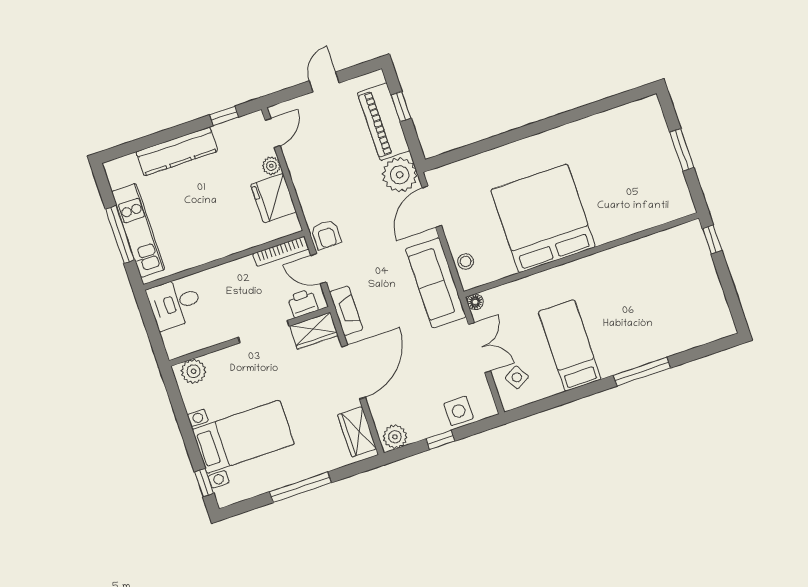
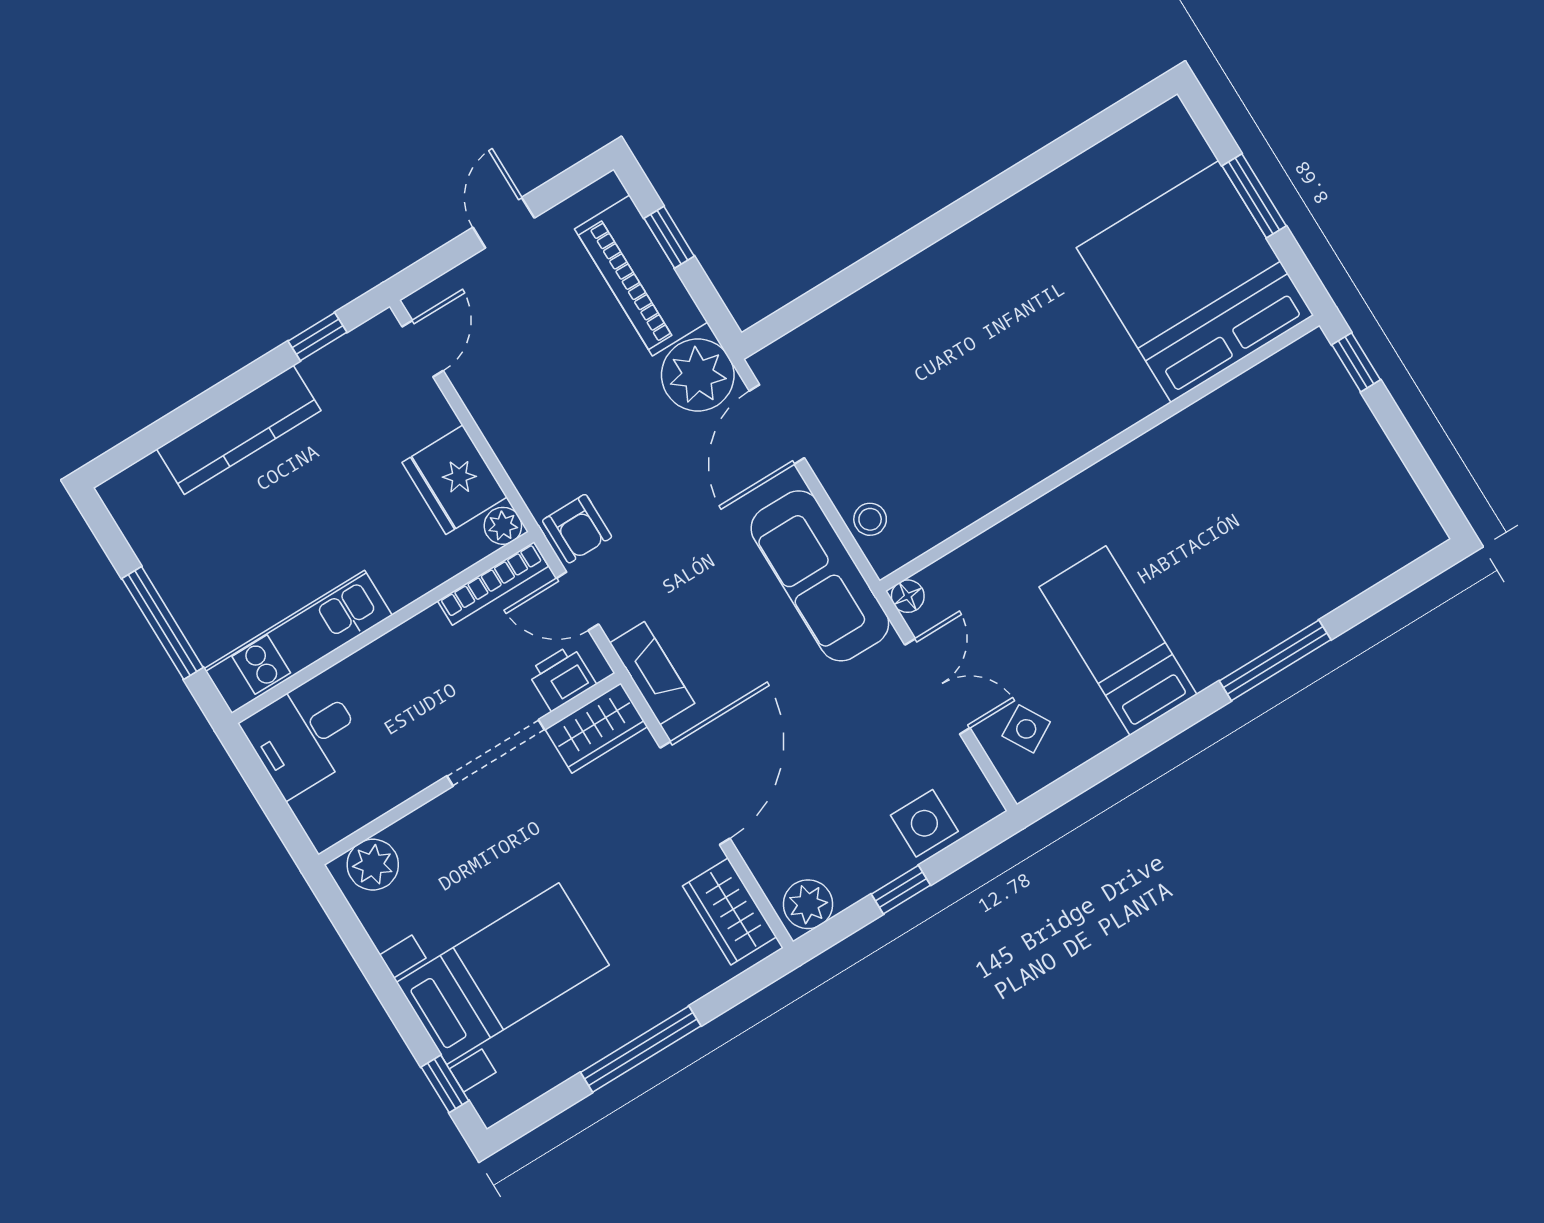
plant: (271, 166) -> (503, 526), moved
bed: (543, 218) -> (1195, 281), moved
kitchen unit: (138, 230) -> (298, 642), moved, turned -90

